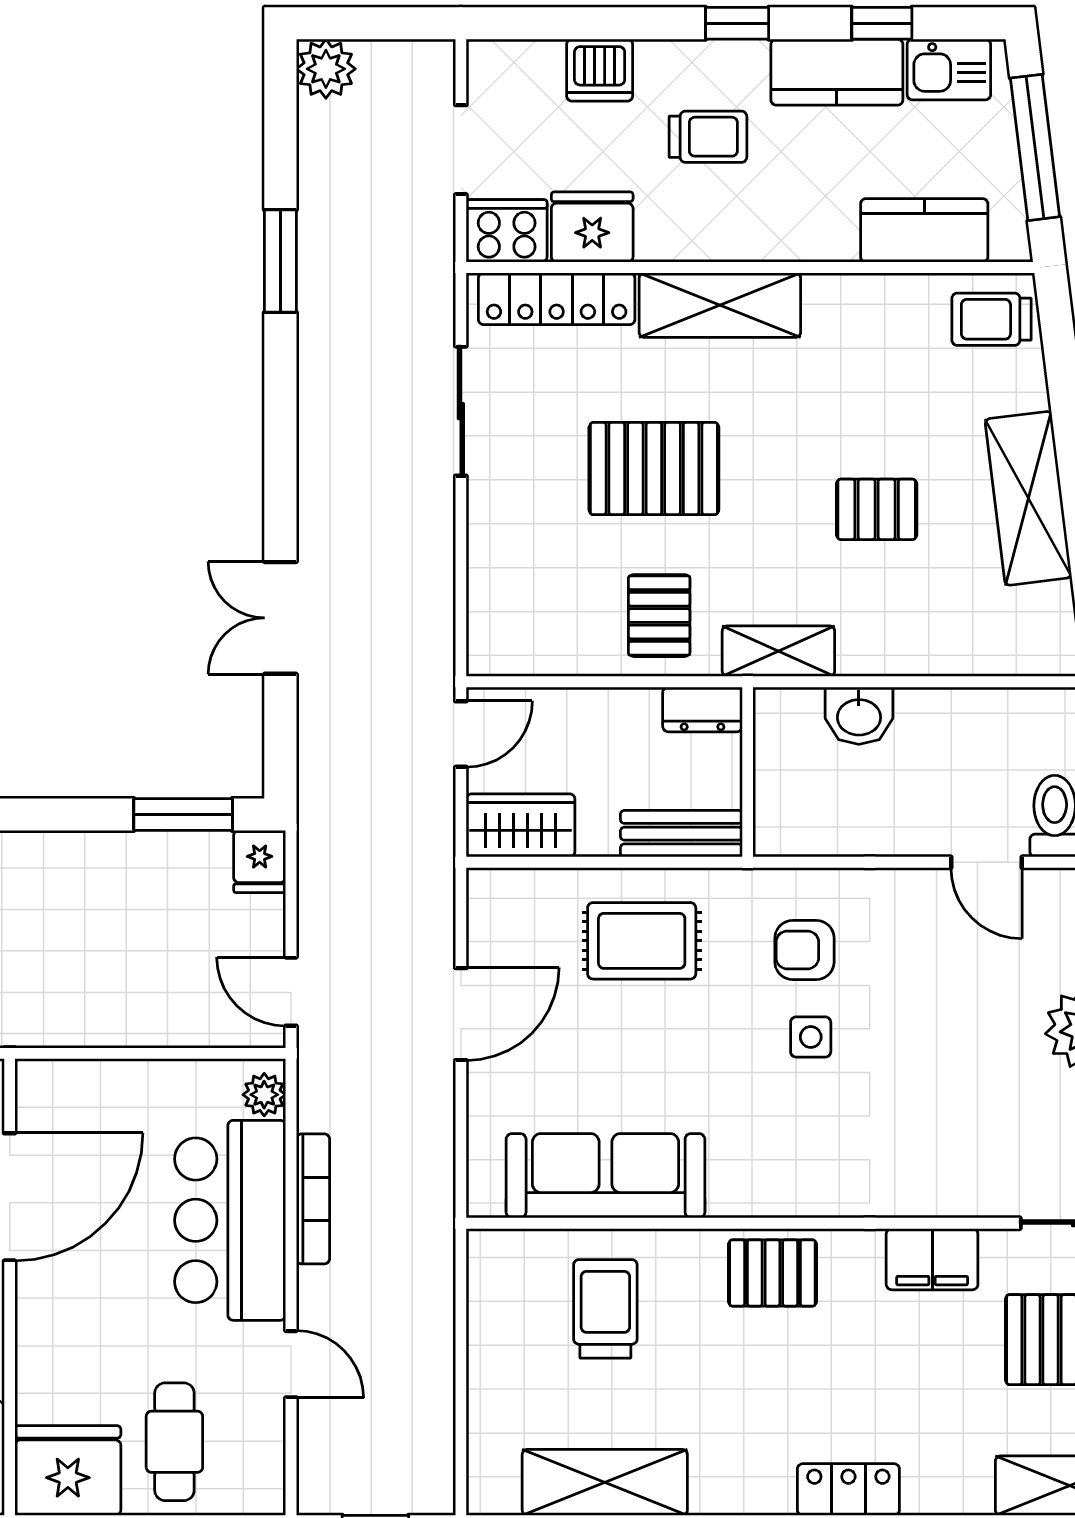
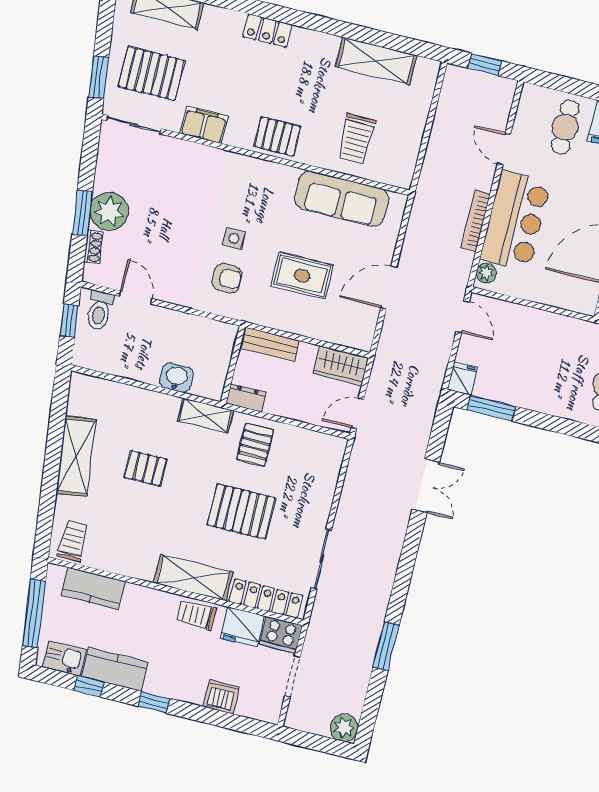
trolley: (708, 137) -> (196, 615), moved
trolley: (992, 319) -> (73, 541), turned -90
rug: (642, 941) -> (302, 276), moved

